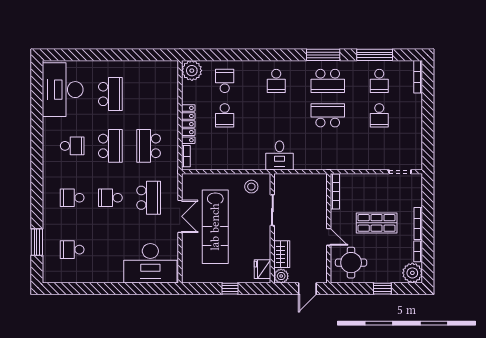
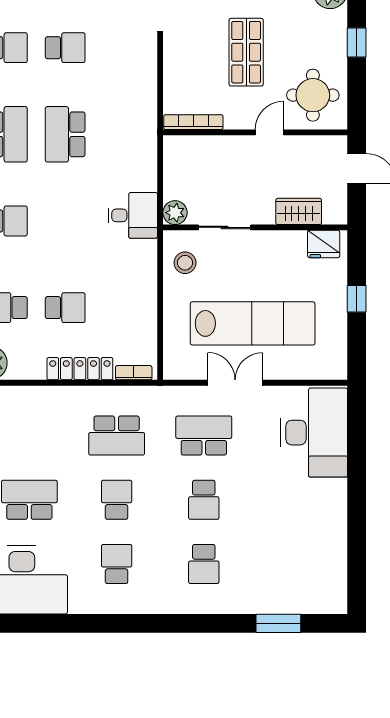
school desk: (110, 146) -> (117, 500), width x0.54
school desk: (72, 250) -> (291, 564), removed
plant: (281, 276) -> (175, 213), moved

